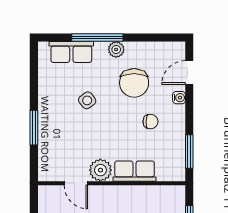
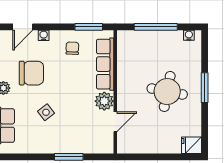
door: (189, 73) -> (23, 27), hinge flipped
chair: (150, 122) -> (72, 48), moved
row of seats: (135, 171) -> (105, 64), width x1.48

